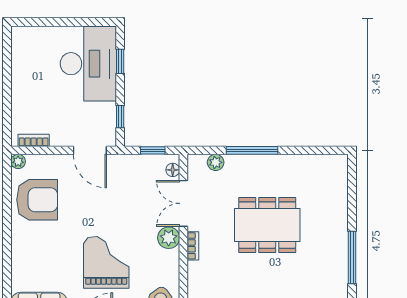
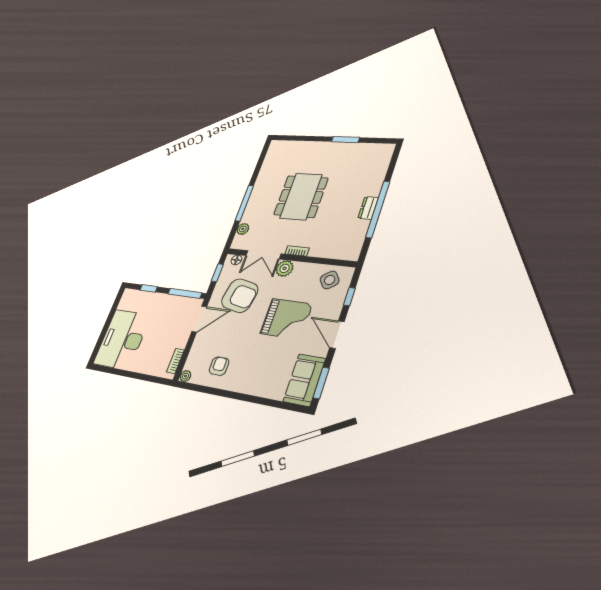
desk: (88, 64) -> (122, 339), moved, turned -90
window: (120, 117) -> (185, 293), width x2.17
armchair: (127, 192) -> (240, 296), added
armchair: (37, 200) -> (219, 366), width x0.53, depth x0.53
window: (352, 257) -> (346, 140), width x0.69
grand piano: (106, 262) -> (286, 319), turned 180

